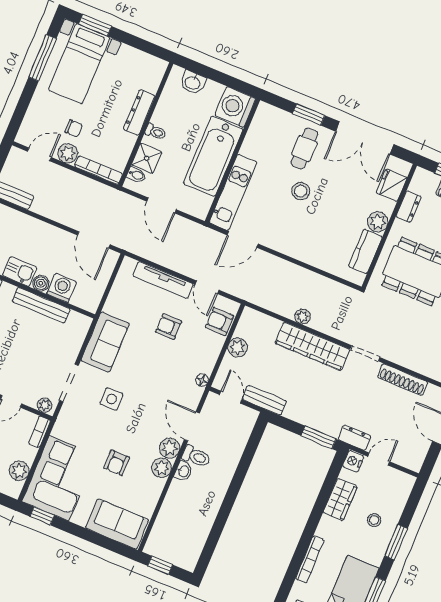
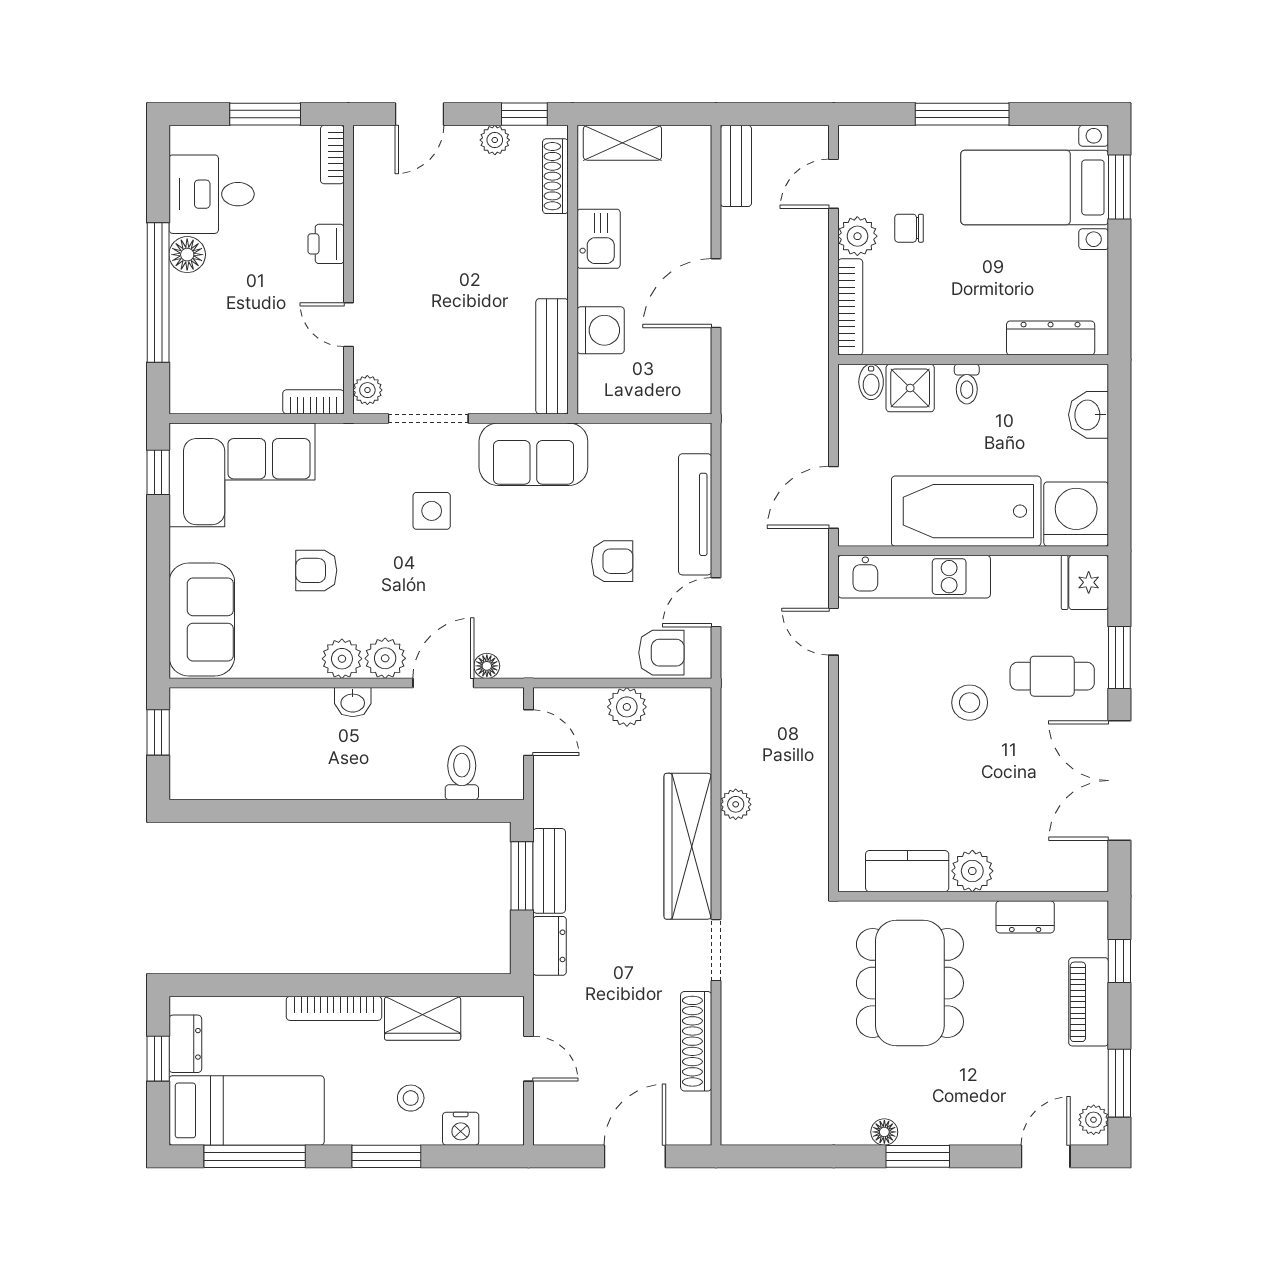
window: (43, 58) -> (962, 114), moved
dresser: (139, 112) -> (1051, 338), moved
chair: (74, 129) -> (909, 228), turned 90
door: (39, 154) -> (834, 184), swing flipped
fridge: (392, 185) -> (1085, 582), moved, turned -90
door: (162, 206) -> (834, 497), moved
door: (243, 239) -> (834, 632), width x0.73
door: (94, 240) -> (716, 293), moved
boiler: (41, 283) -> (593, 288), removed
bench: (41, 305) -> (552, 356), moved
armchair: (220, 322) -> (661, 653), turned 90
armchair: (169, 327) -> (612, 561), turned 90
floor lamp: (202, 380) -> (487, 666), moved
door: (231, 397) -> (529, 733), hinge flipped
bench: (264, 400) -> (549, 871), moved
window: (319, 437) -> (522, 876), moved
dresser: (355, 438) -> (550, 946), moved
toilet: (196, 456) -> (462, 773), moved, turned 180
nightstand: (353, 461) -> (461, 1129), moved, turned 180
plant: (19, 471) -> (225, 394), removed
bookcase: (310, 559) -> (334, 1008), moved

